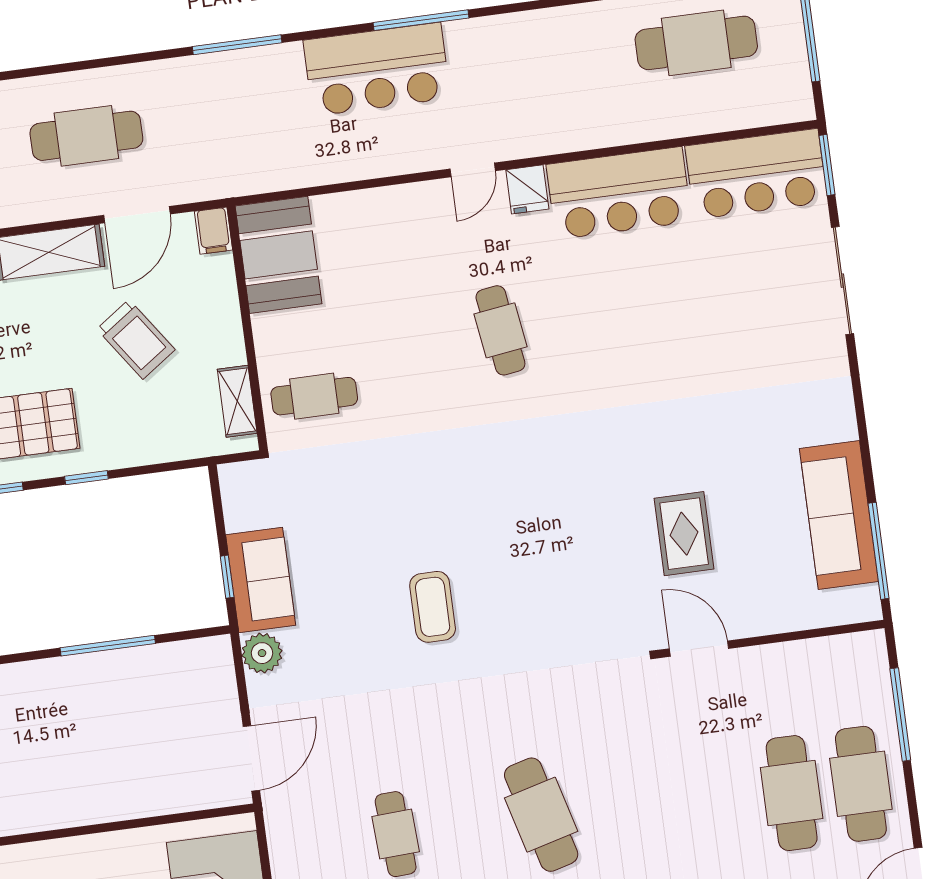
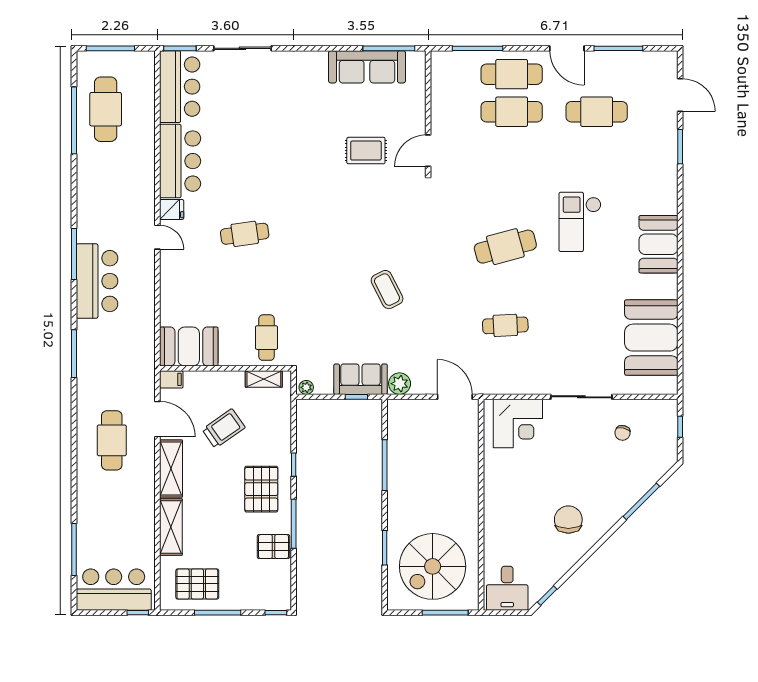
plant: (232, 482) -> (306, 387), added
coffee table: (433, 607) -> (387, 290), turned 63

